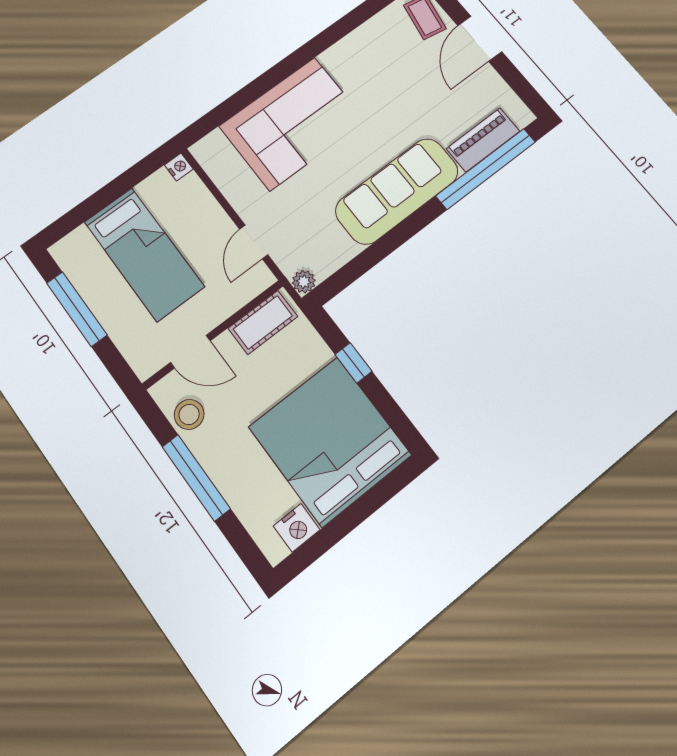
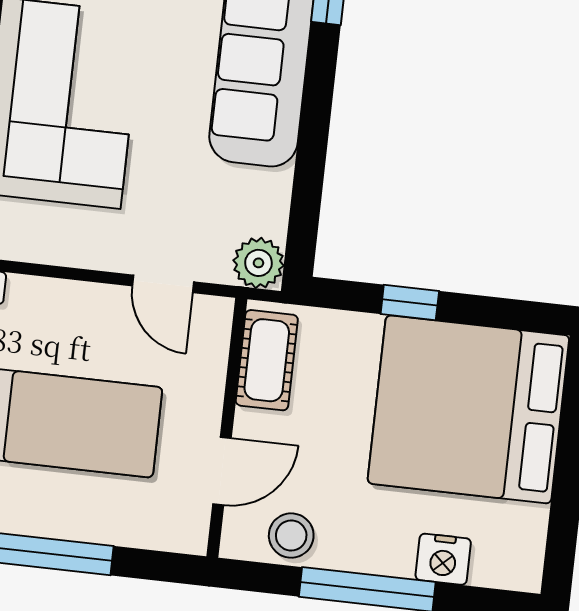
plant: (304, 282) -> (258, 263), width x1.38, depth x1.38
nightstand: (297, 528) -> (443, 559), moved, turned 90

